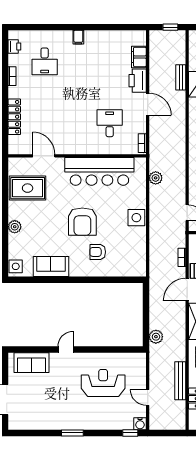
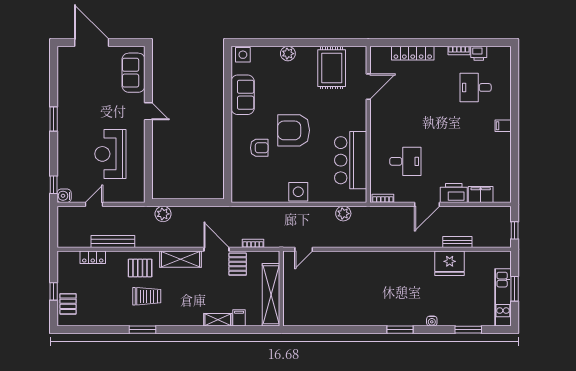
printer: (14, 47) -> (479, 53), moved
bar counter: (99, 171) -> (351, 160), width x0.73
armchair: (98, 252) -> (259, 148), turned 90
reception desk: (103, 383) -> (110, 154), turned 180

